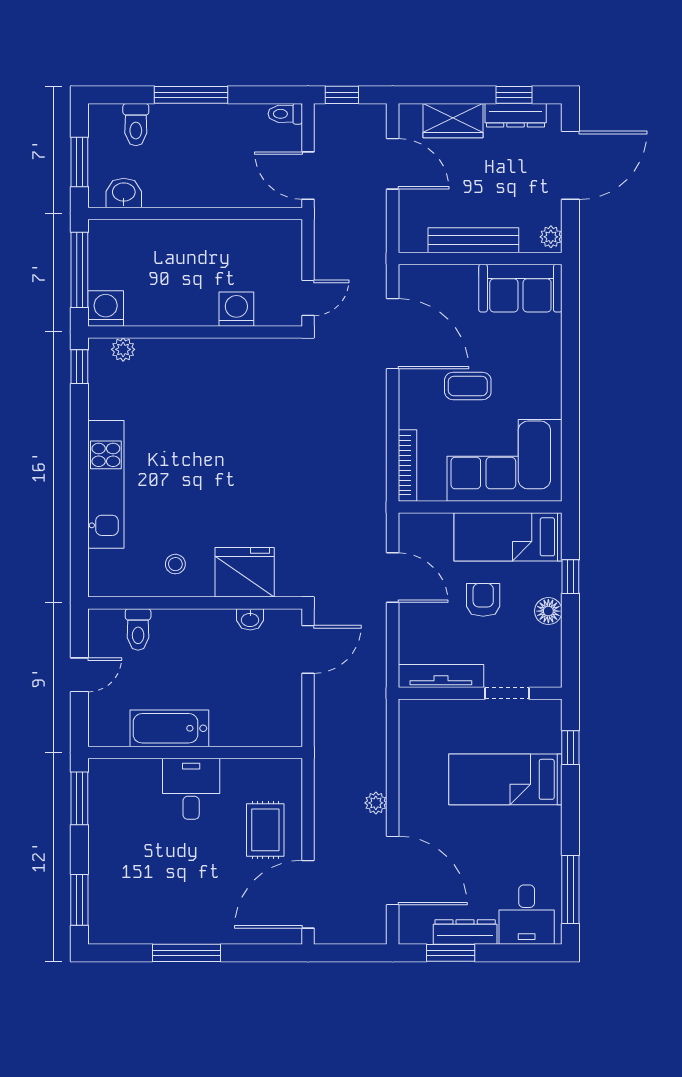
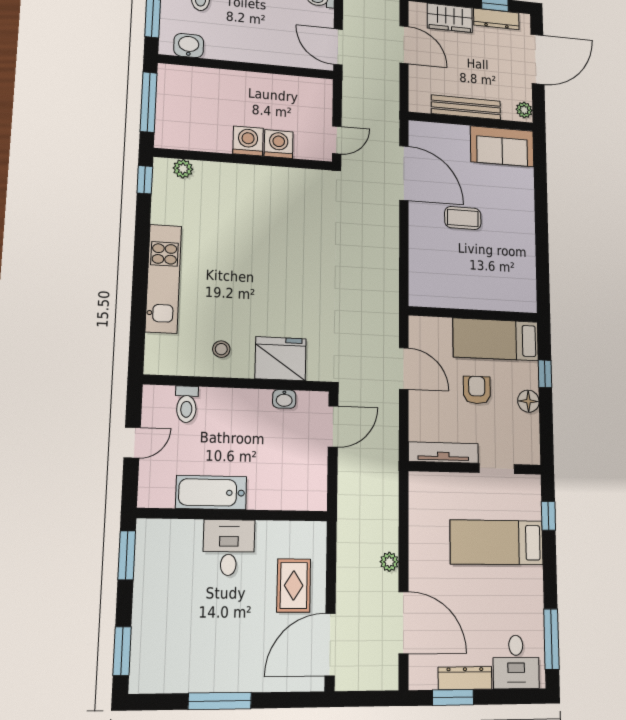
washing machine: (106, 308) -> (248, 141), moved
corner sofa: (505, 460) -> (492, 278), removed
bookcase: (407, 465) -> (416, 278), removed

